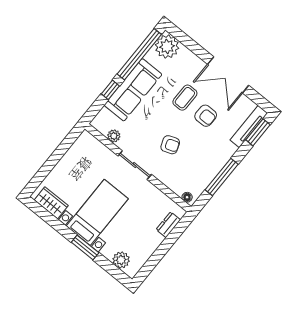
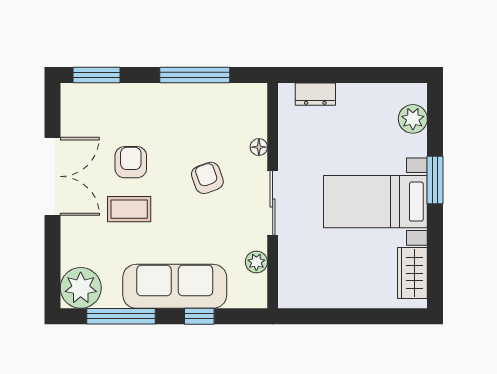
window: (139, 54) -> (121, 316), width x0.68
tv unit: (249, 127) -> (99, 93), removed
floor lamp: (187, 197) -> (259, 147), moved

